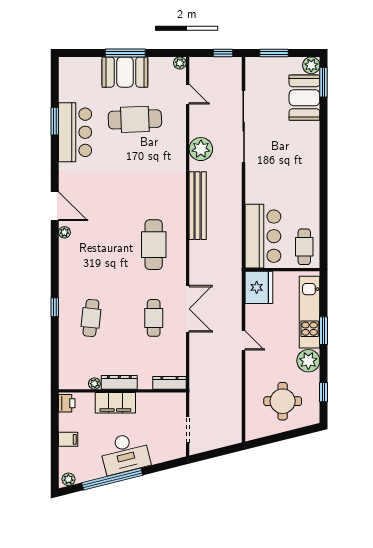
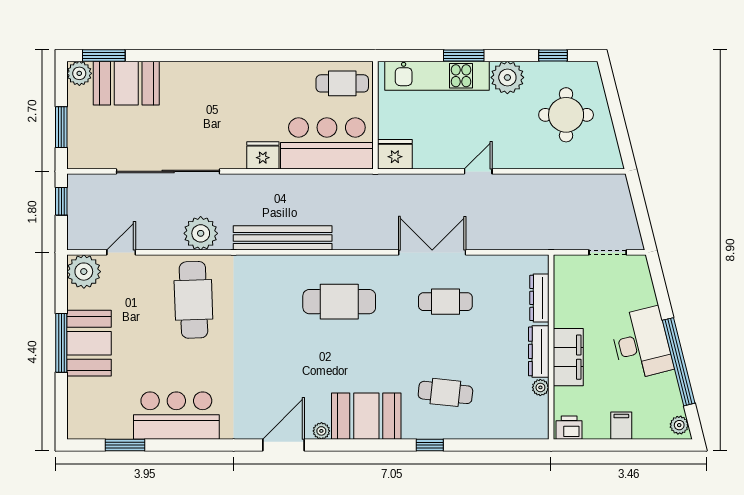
plant: (180, 63) -> (84, 272), width x1.88, depth x1.88
cafe table: (135, 119) -> (193, 300), moved
window: (55, 121) -> (125, 445), moved
fridge: (255, 192) -> (263, 155), added
booth: (75, 263) -> (366, 416), added
fridge: (259, 287) -> (395, 154), width x0.73, depth x0.75
dresser: (169, 383) -> (539, 298), moved

